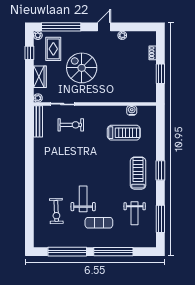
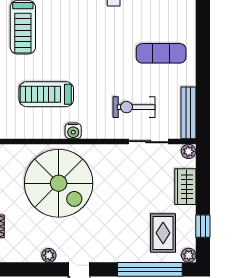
spiral stairs: (82, 68) -> (59, 183), moved, width x1.37, depth x1.37
water cooler: (132, 110) -> (73, 131), moved
exercise mat: (54, 157) -> (161, 53), added

